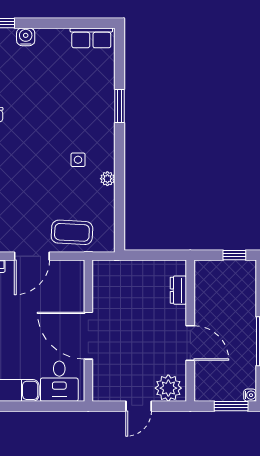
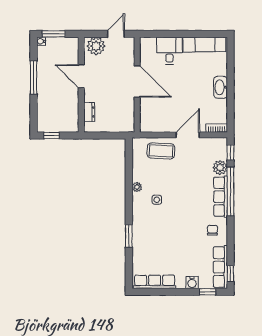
row of seats: (91, 38) -> (155, 282), width x1.48
wall: (88, 331) -> (137, 85), moved
door: (88, 336) -> (137, 81), moved

